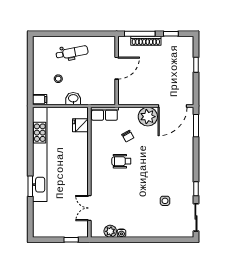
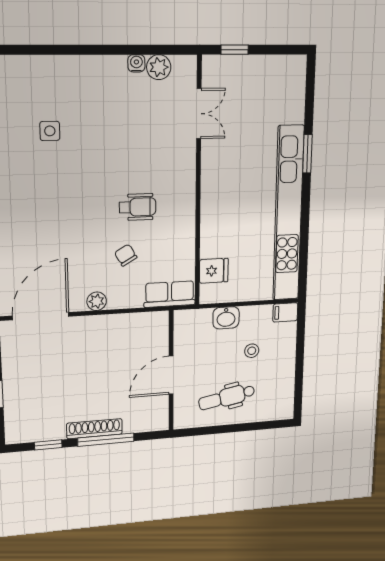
door: (117, 68) -> (171, 375), moved
wall: (117, 70) -> (171, 371), moved
plant: (148, 117) -> (97, 301), width x0.53, depth x0.53

